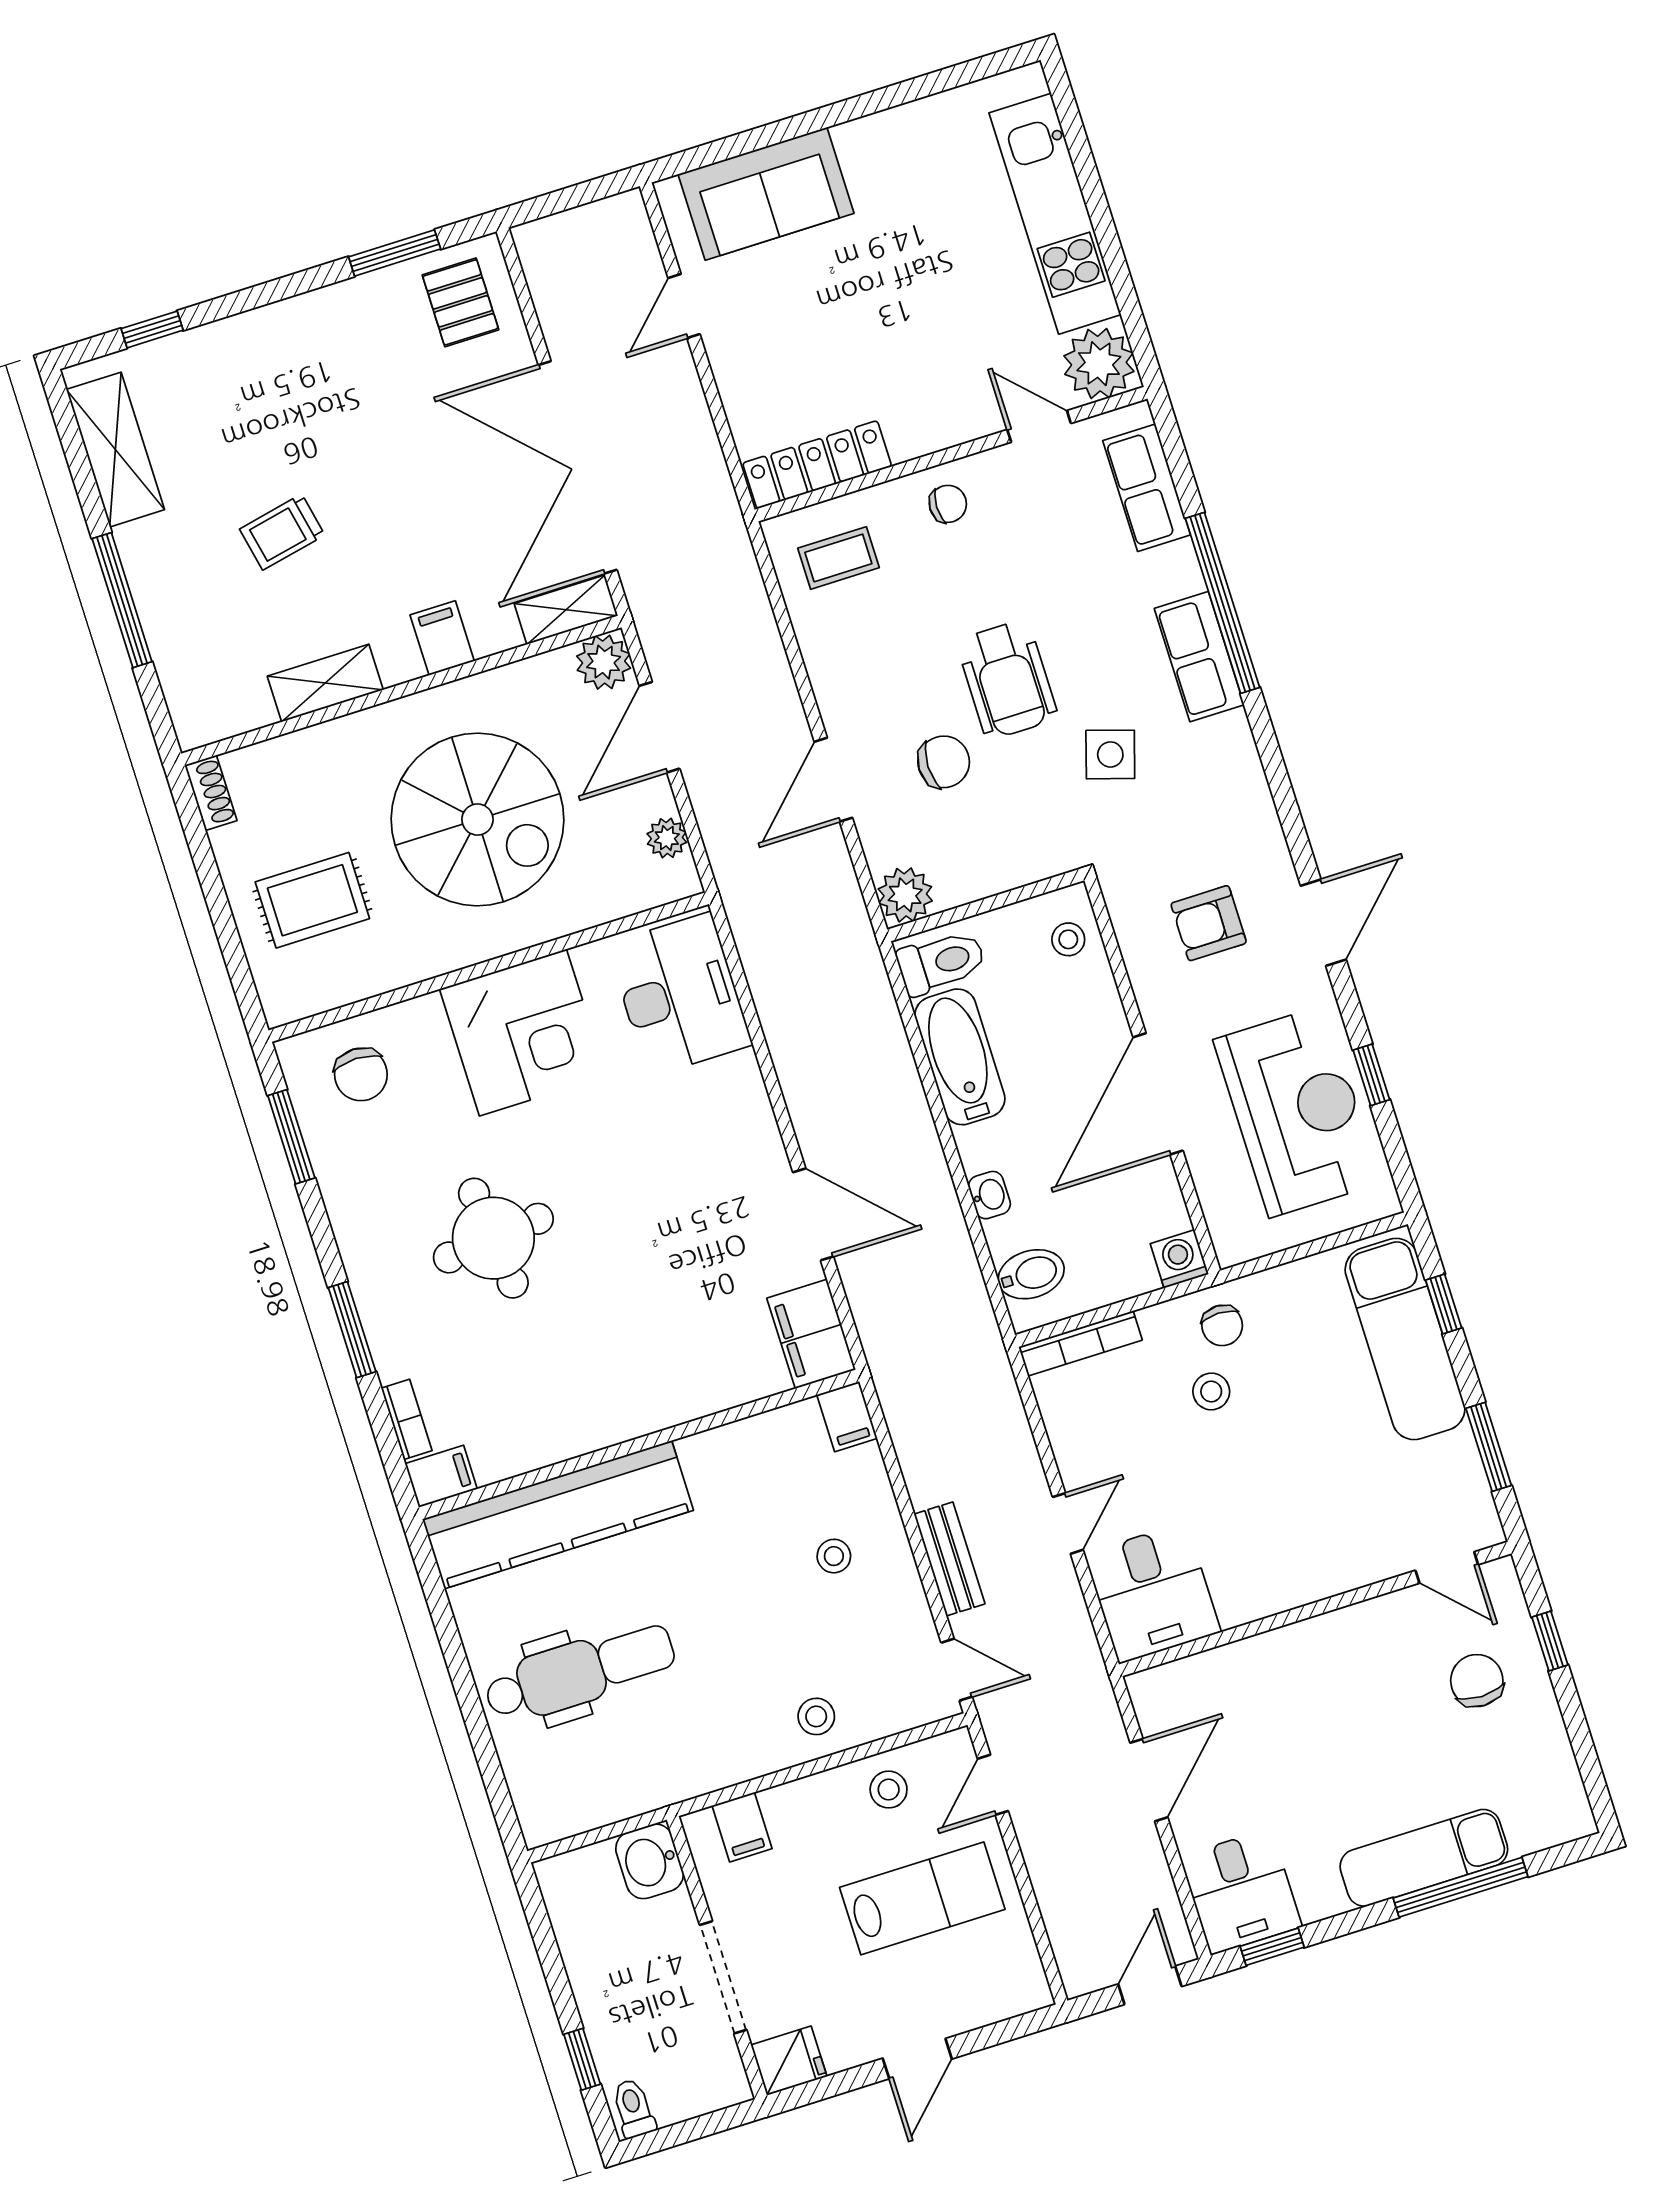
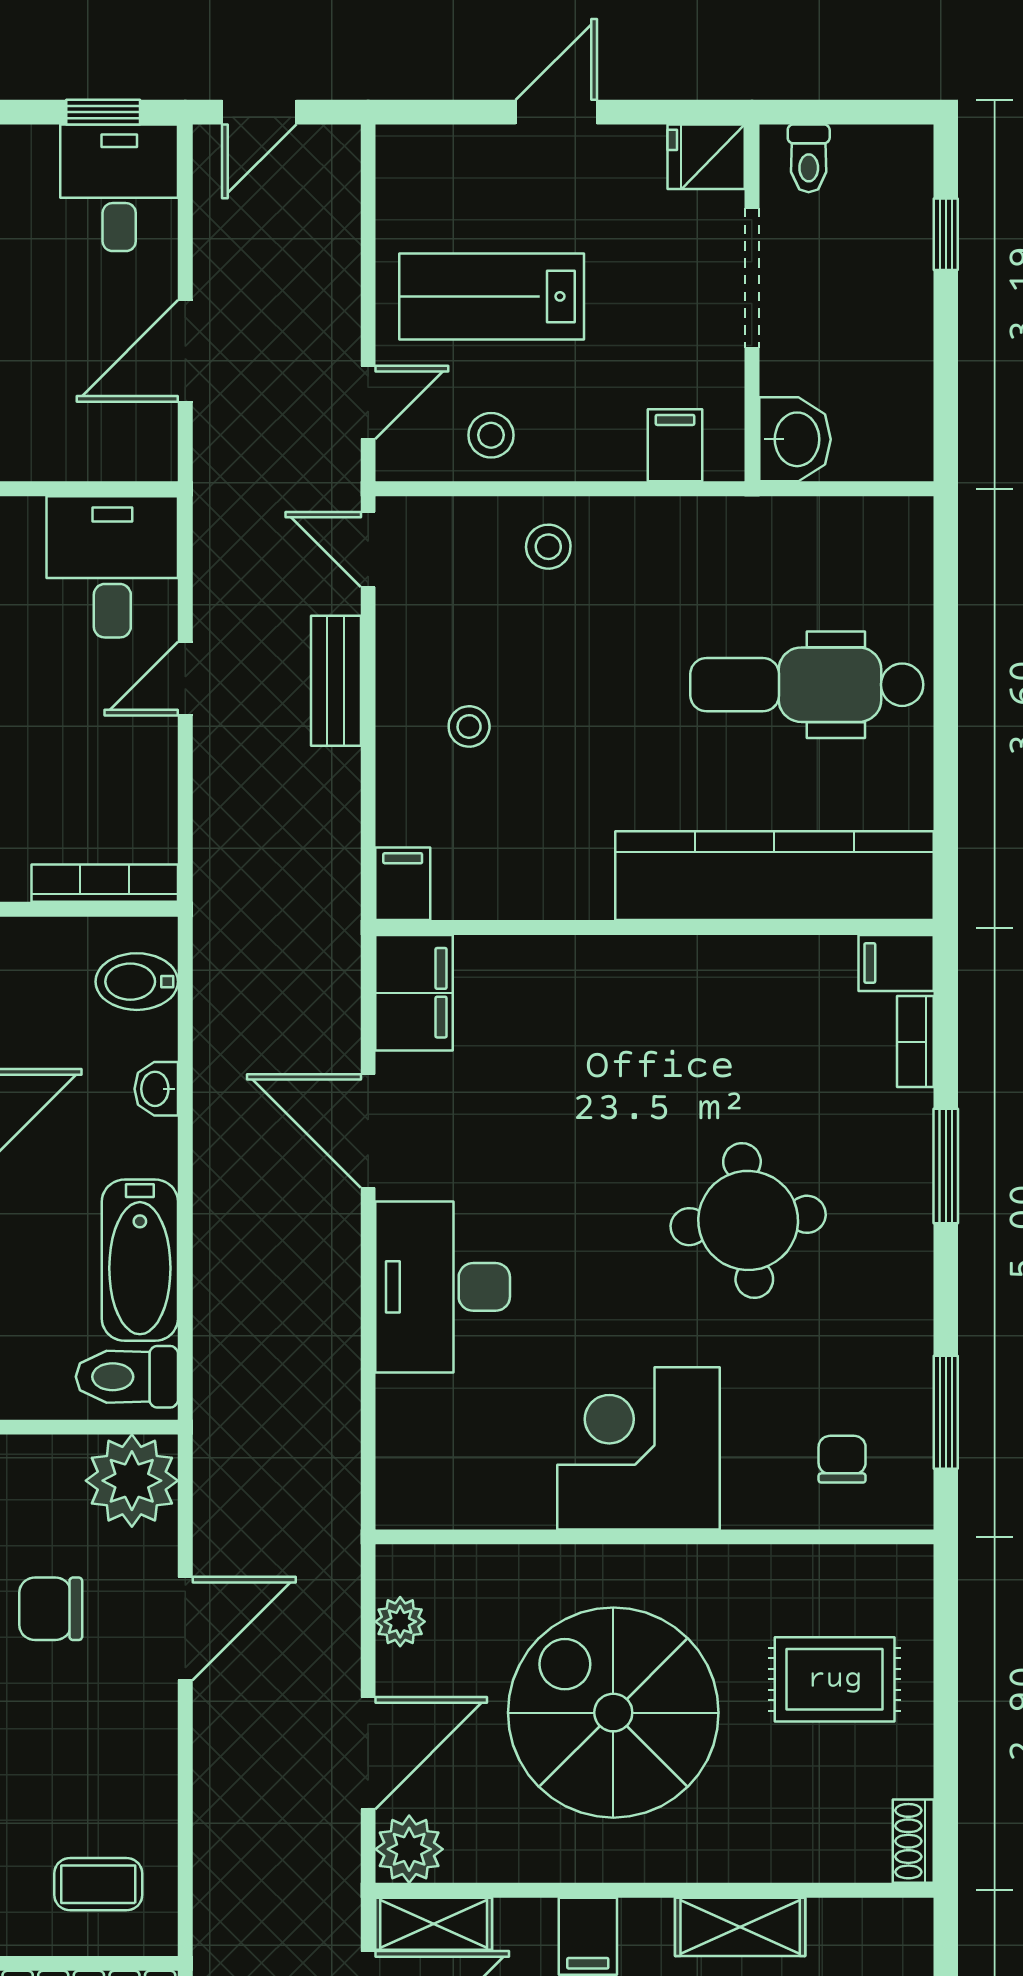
plant: (905, 895) -> (132, 1481), width x1.36, depth x1.36
desk: (680, 994) -> (443, 1287), moved
chair: (361, 1074) -> (842, 1459), width x0.73, depth x0.73
toilet: (633, 2108) -> (809, 158), moved

